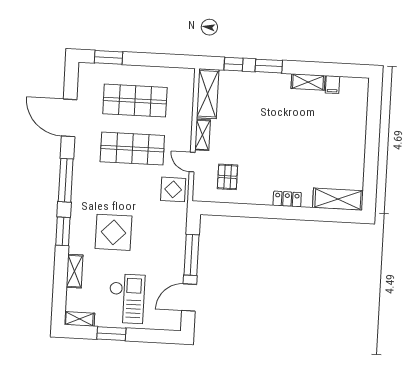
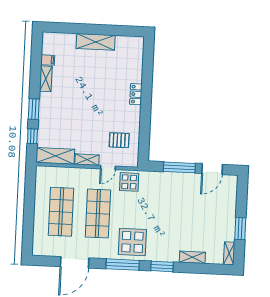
window: (108, 57) -> (28, 232), removed
shelving: (338, 199) -> (96, 42), moved, turned 90
display table: (114, 232) -> (132, 242), moved
door: (189, 298) -> (212, 169), hinge flipped
checkout: (127, 299) -> (213, 217), removed

